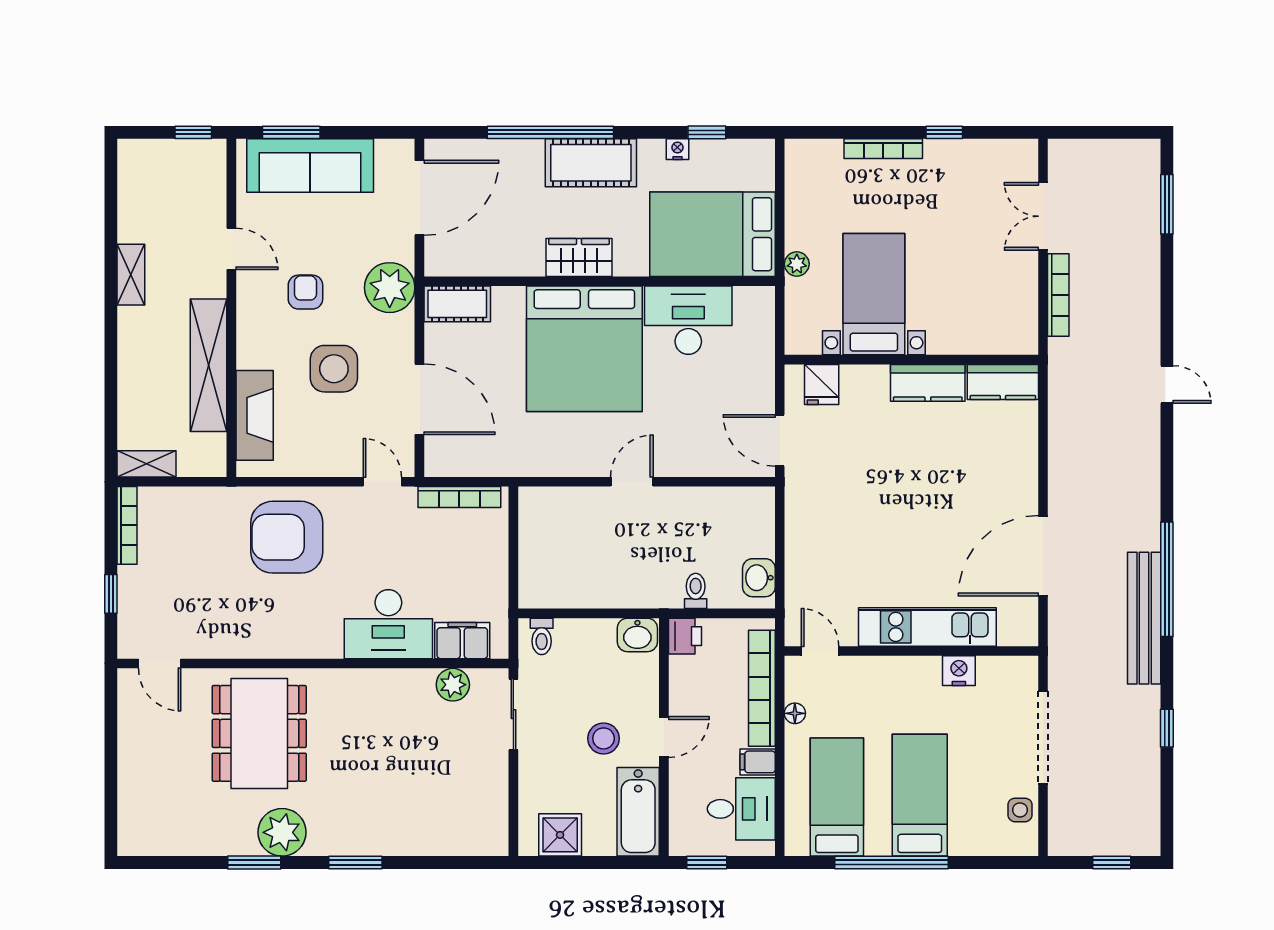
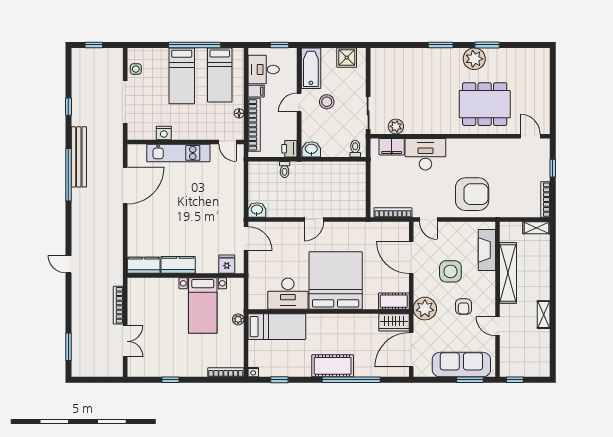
nightstand: (677, 149) -> (253, 372), moved
bookcase: (883, 149) -> (226, 372), moved
bed: (712, 234) -> (277, 327), width x0.67
wardrobe: (579, 257) -> (394, 322), moved
washbasin: (759, 578) -> (257, 210), moved, turned -90
dining table: (259, 733) -> (485, 104), turned 90

